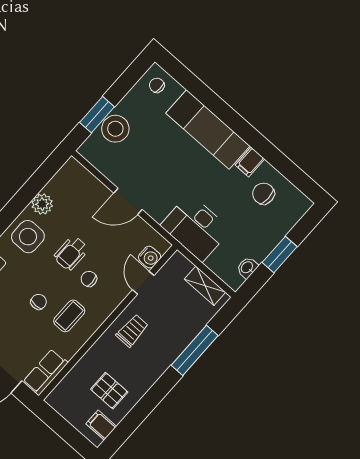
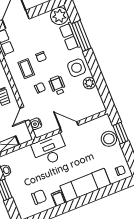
door: (128, 201) -> (69, 127), hinge flipped
desk: (196, 228) -> (50, 150), moved
door: (143, 283) -> (24, 114), swing flipped

